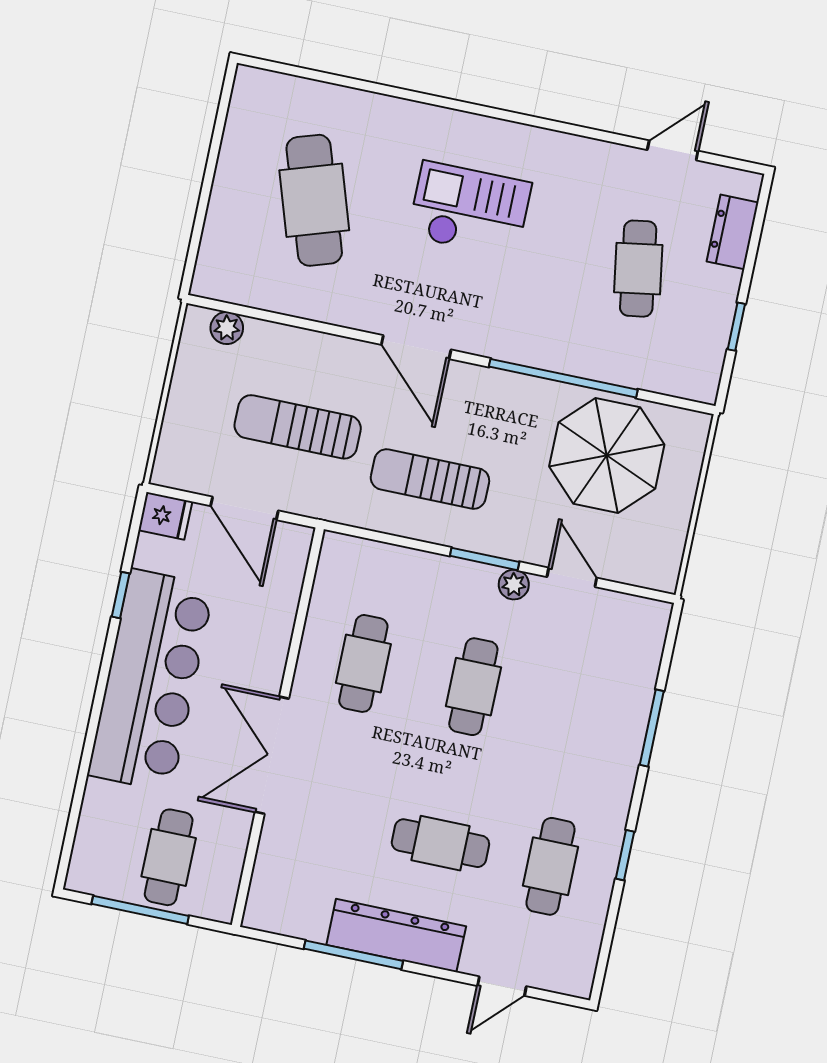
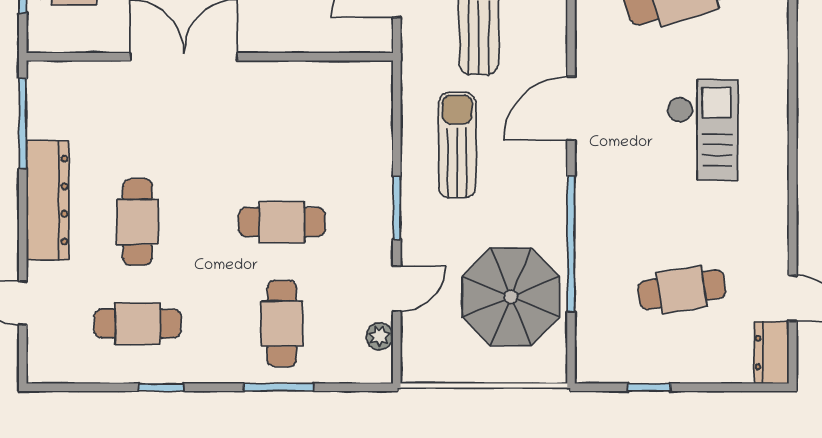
dresser: (733, 232) -> (772, 353), moved, turned -90
plant: (514, 585) -> (380, 336), moved
cafe table: (363, 663) -> (282, 324), moved, turned 90
window: (353, 955) -> (23, 123), moved

